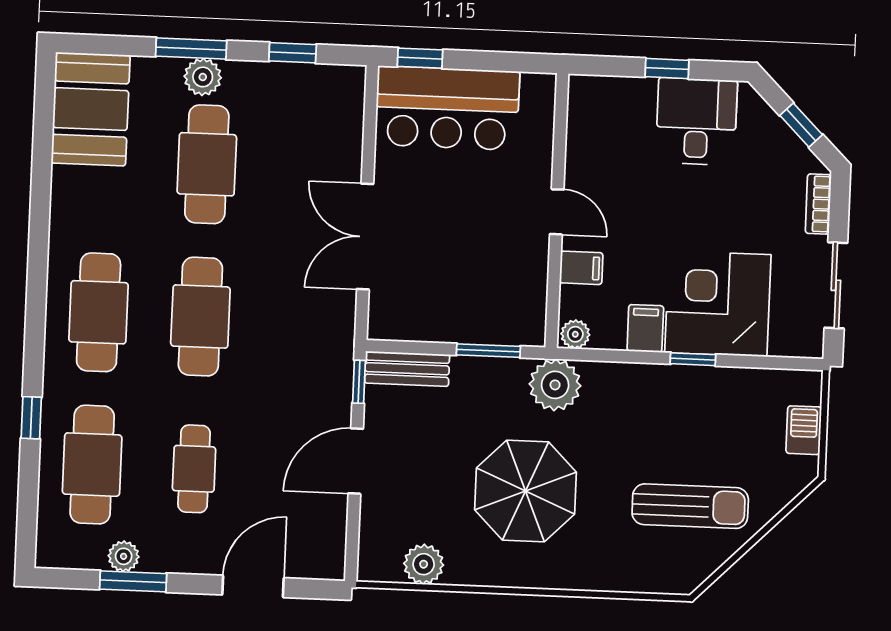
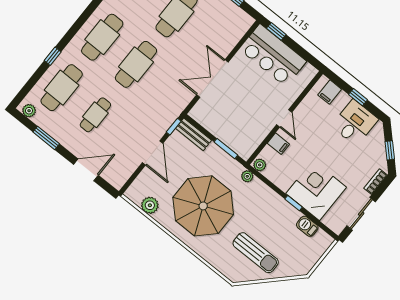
filing cabinet: (645, 328) -> (330, 92), moved, turned 180
plant: (555, 385) -> (247, 176), width x0.53, depth x0.53
barbecue: (804, 430) -> (307, 226), moved, turned -90
door: (356, 461) -> (153, 153), swing flipped
parasol: (526, 491) -> (203, 206), width x1.36, depth x1.36
plant: (124, 556) -> (29, 111), moved

